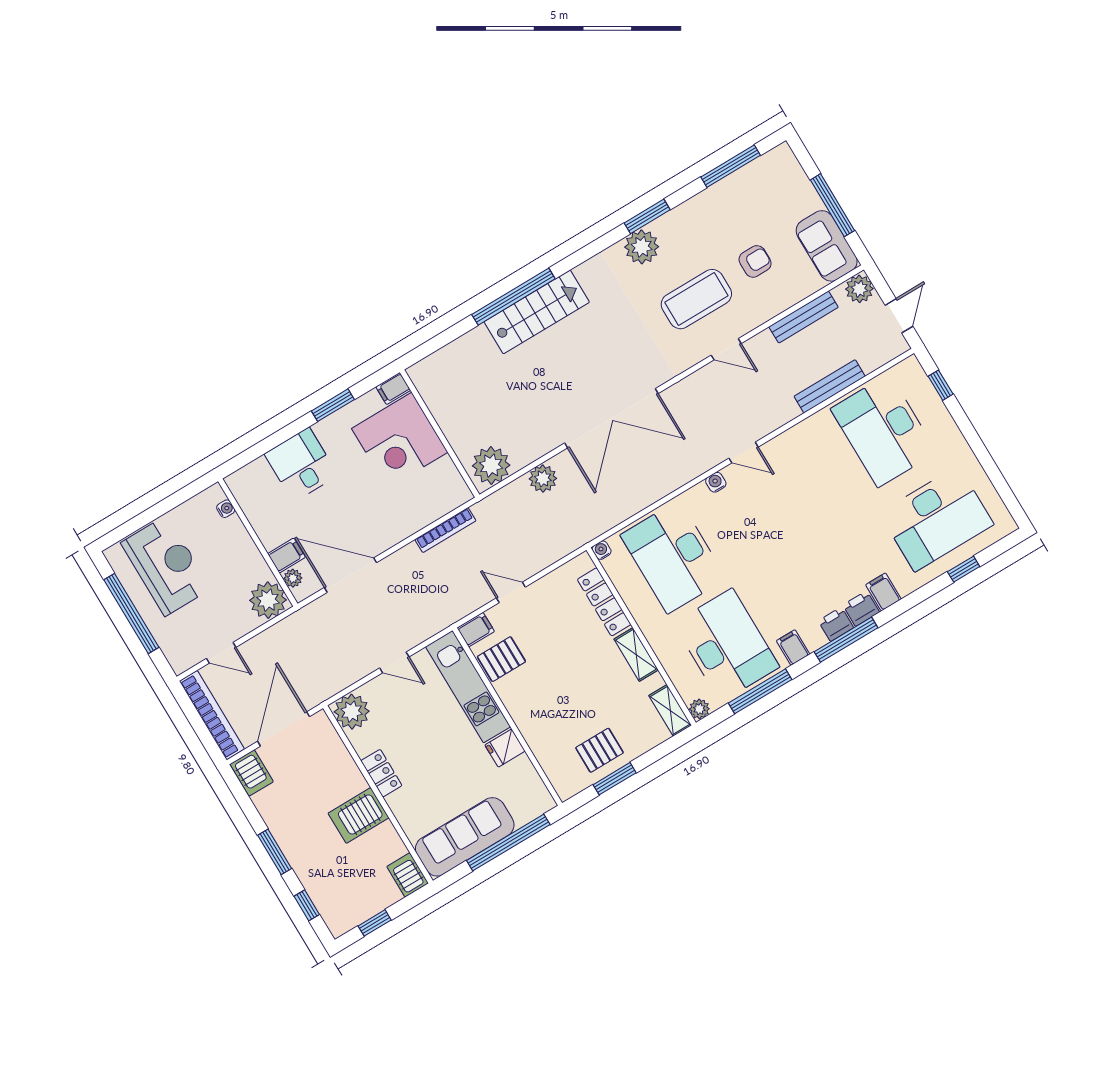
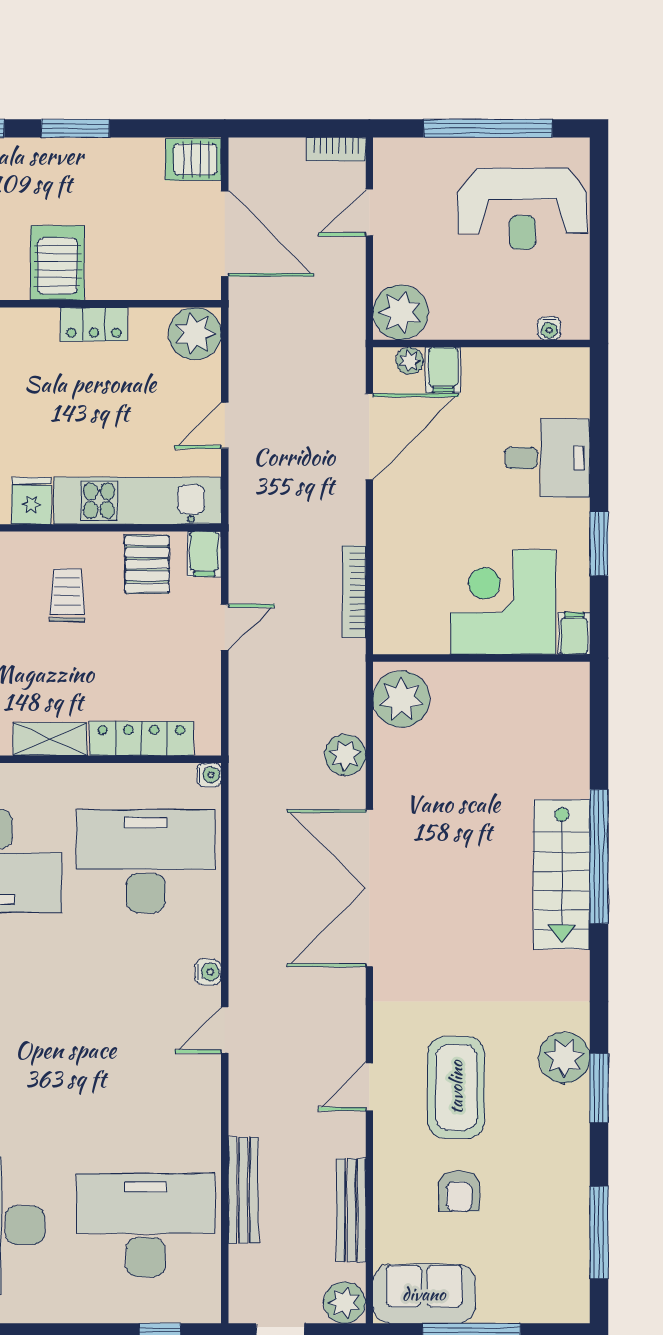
trolley: (547, 695) -> (67, 595), added
bookcase: (212, 715) -> (336, 149), width x0.43, depth x0.76

